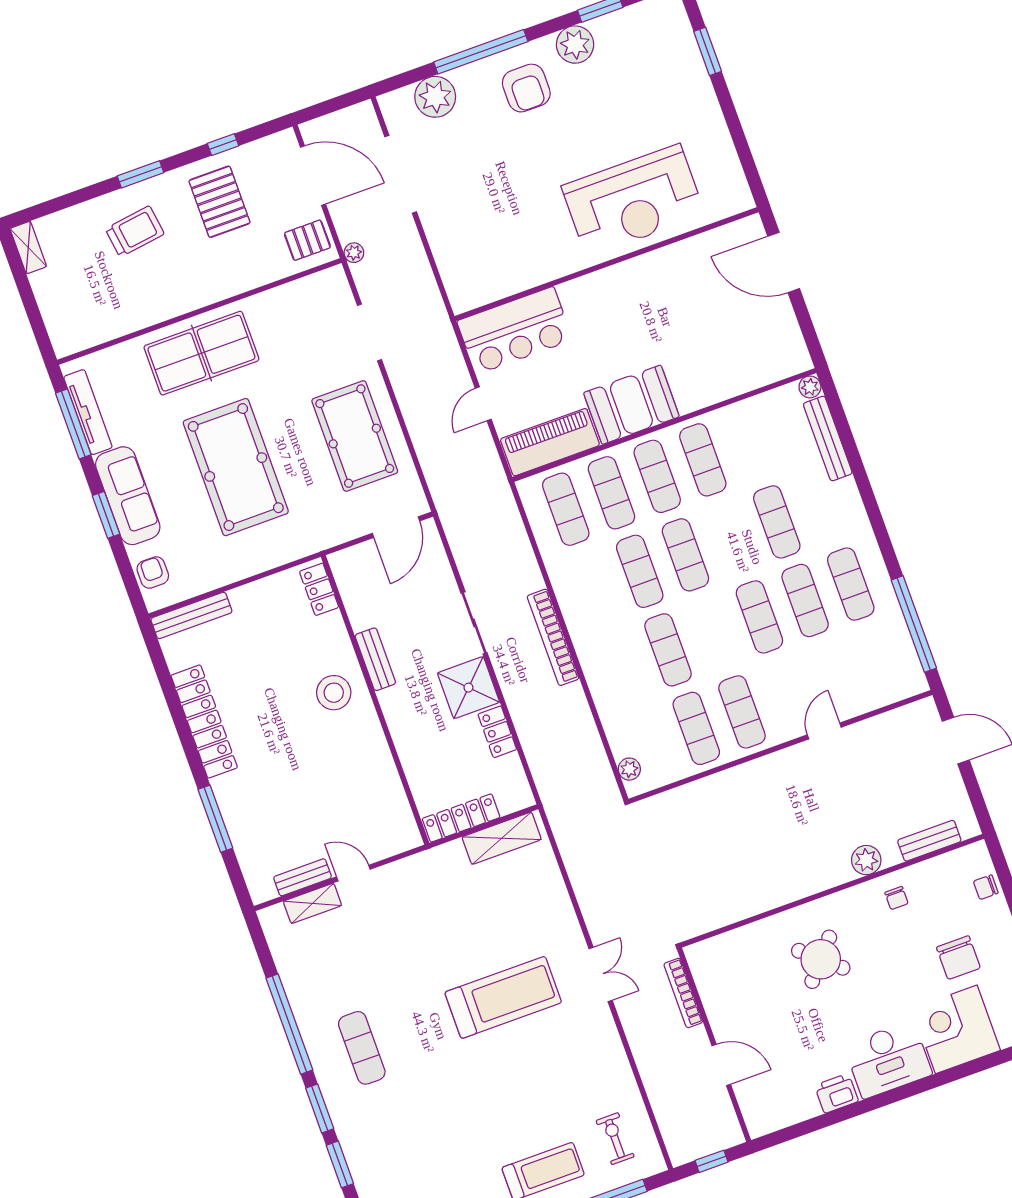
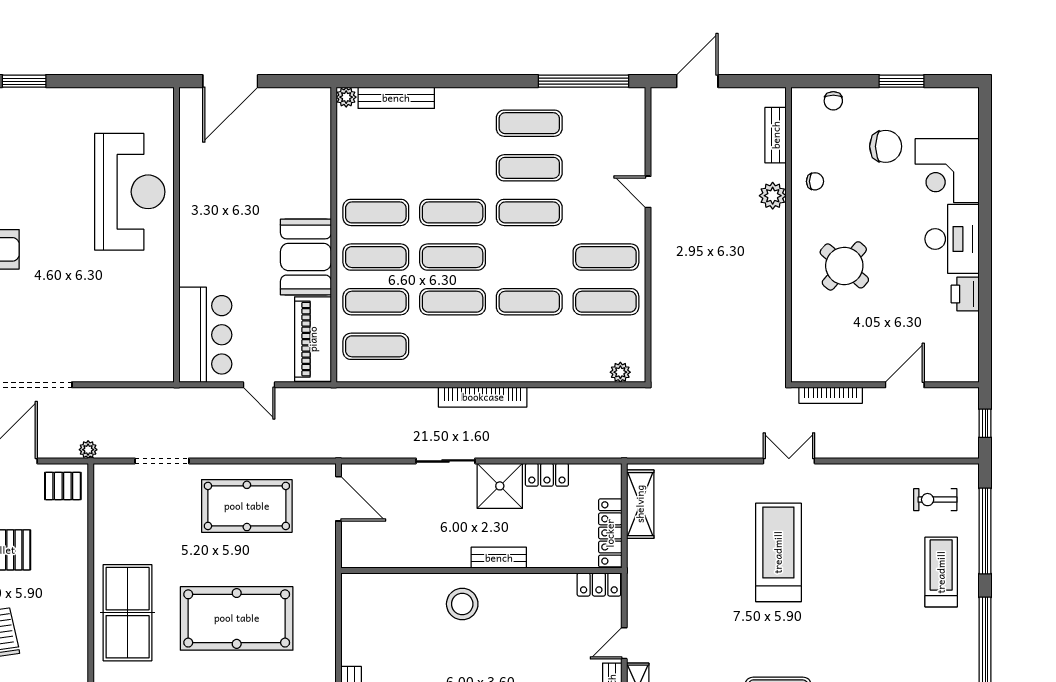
pallet: (307, 240) -> (63, 486), turned 90
exercise mat: (777, 522) -> (453, 212), moved
locker: (319, 589) -> (599, 584), moved
bench: (375, 659) -> (499, 558), moved

